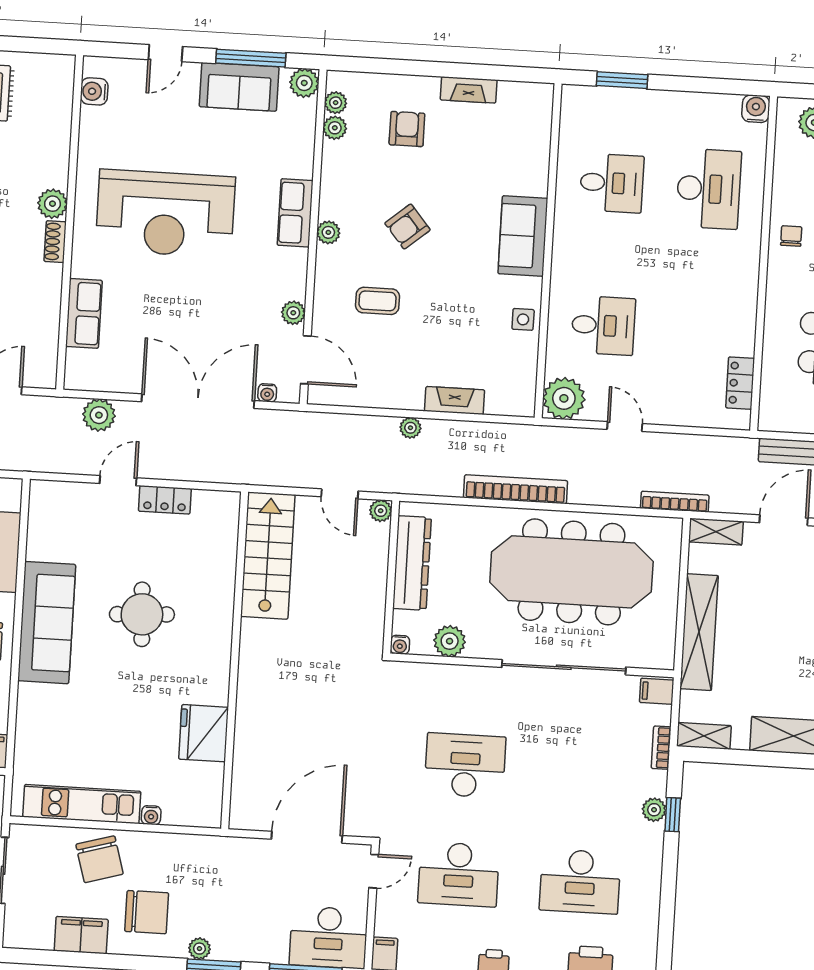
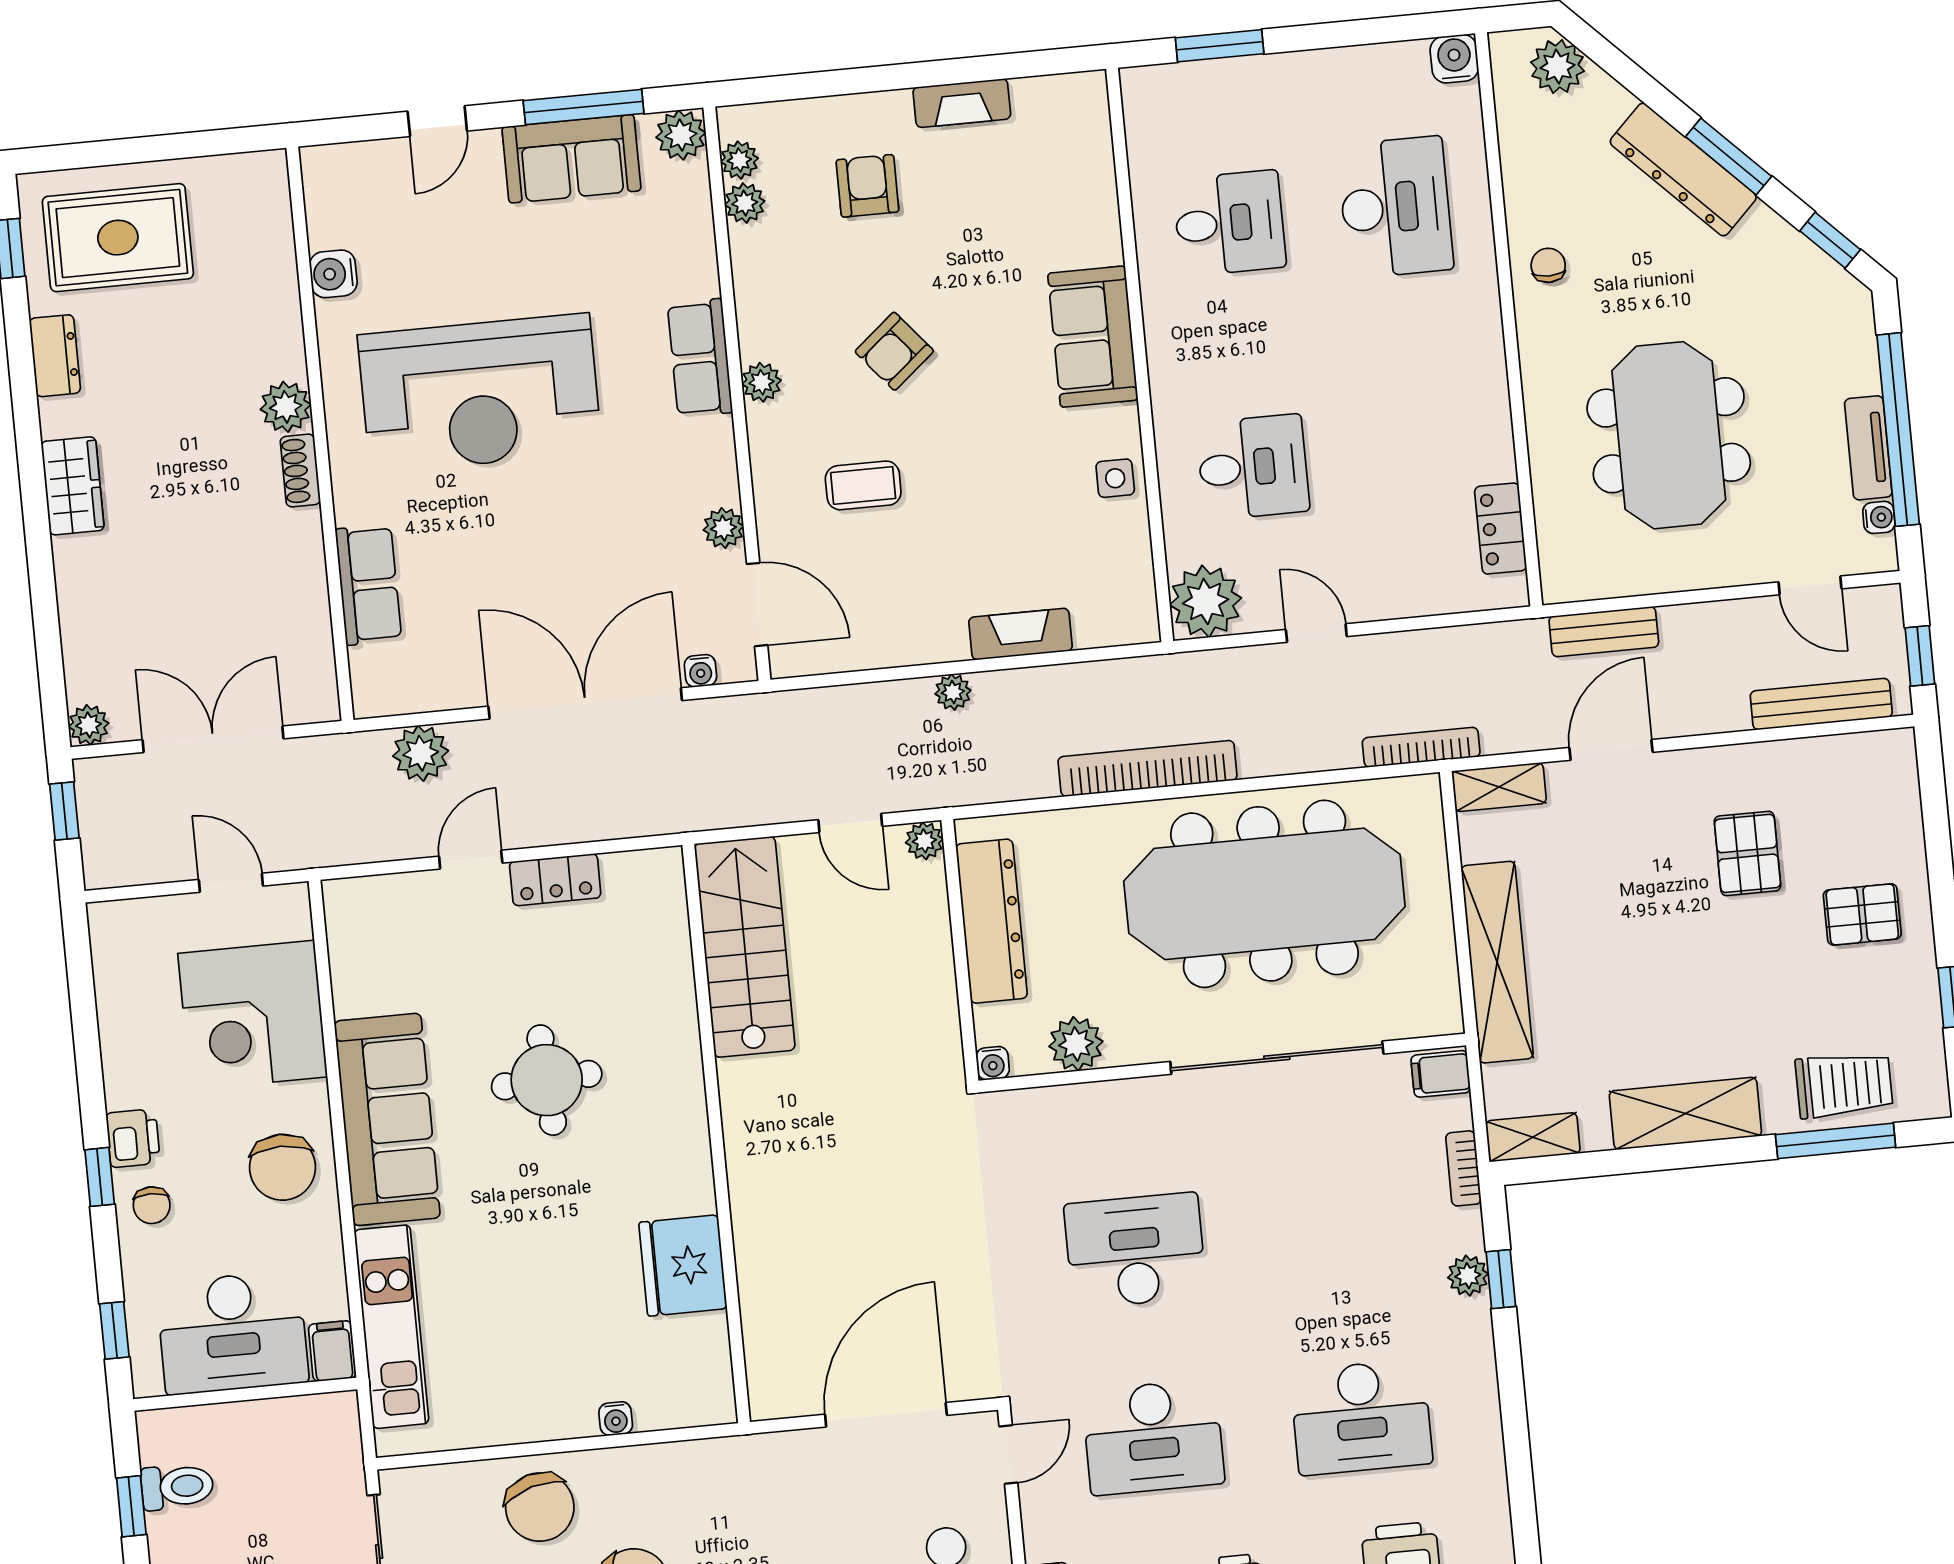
water cooler: (94, 91) -> (333, 274), moved
kitchen unit: (82, 804) -> (391, 1327), moved, turned 90

